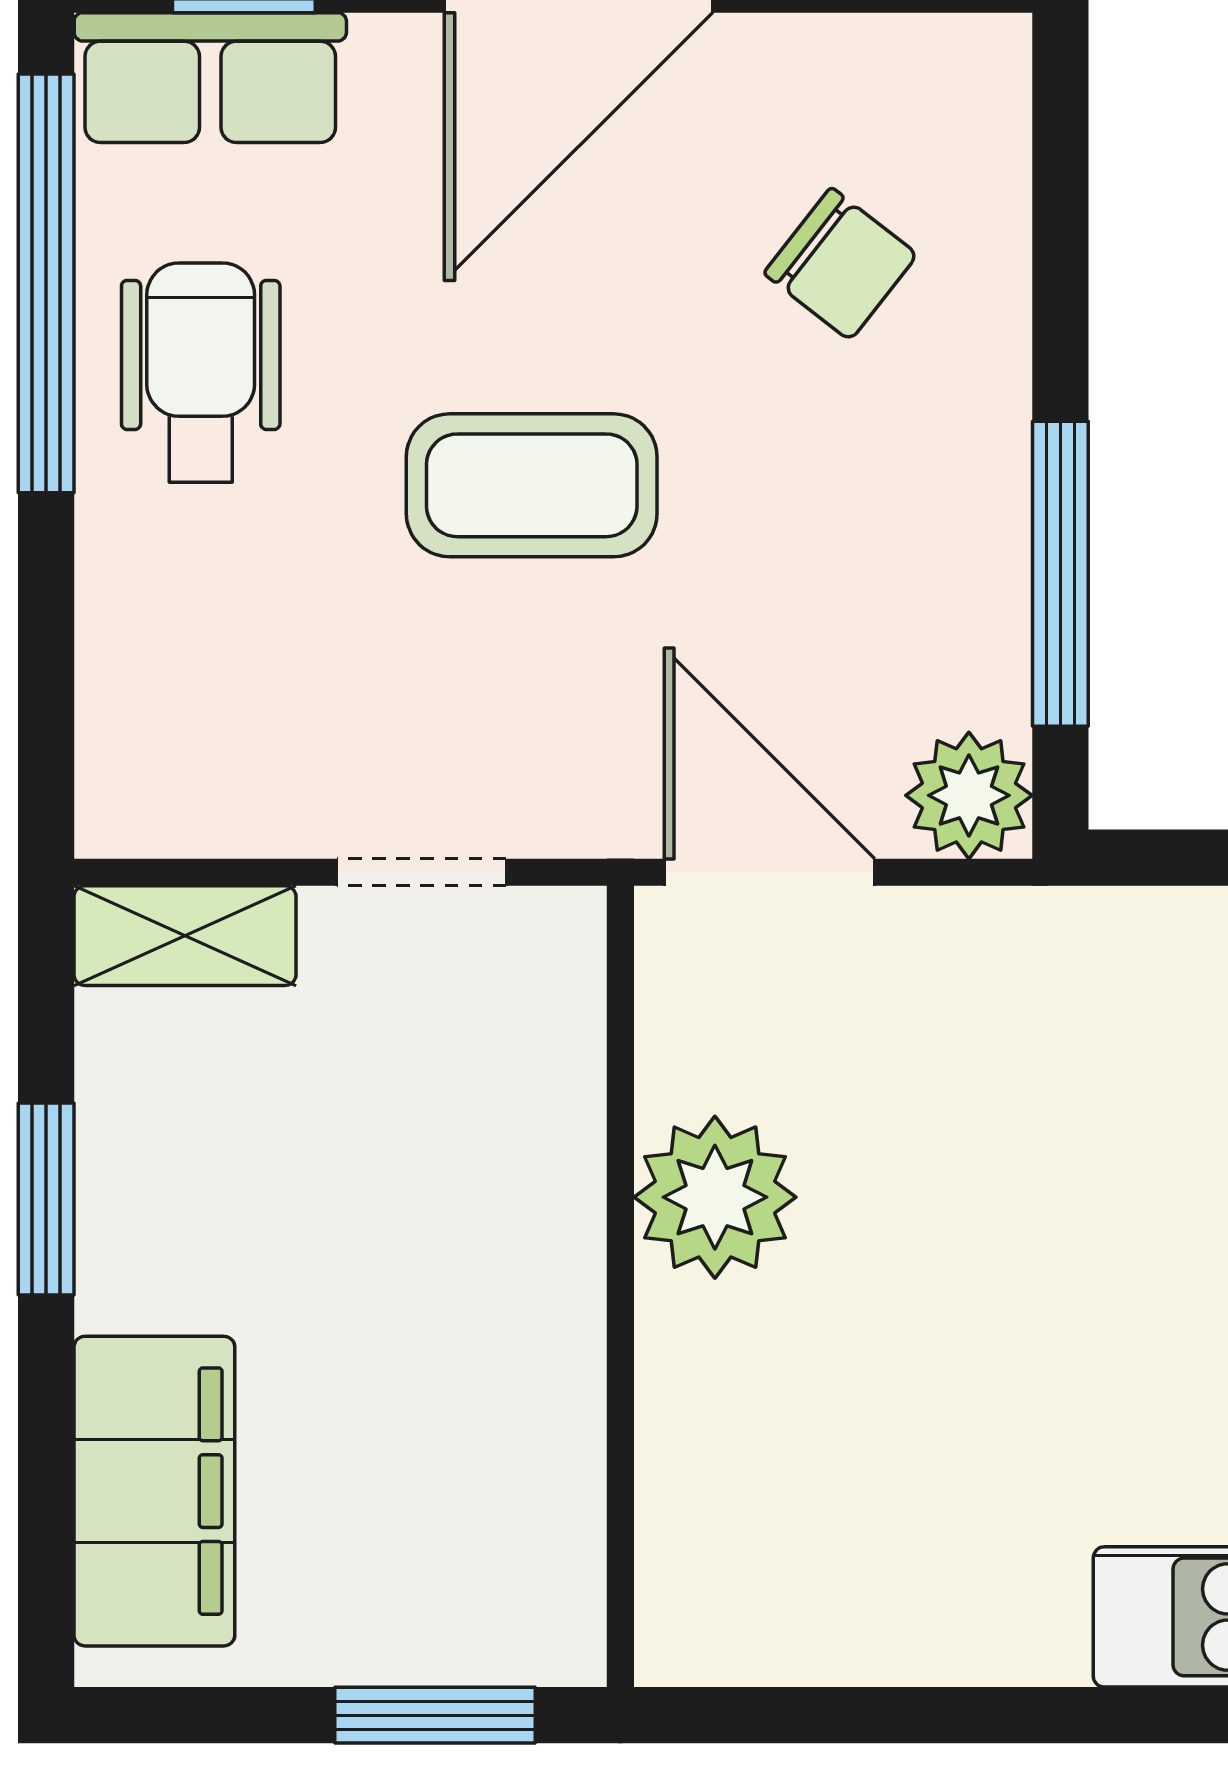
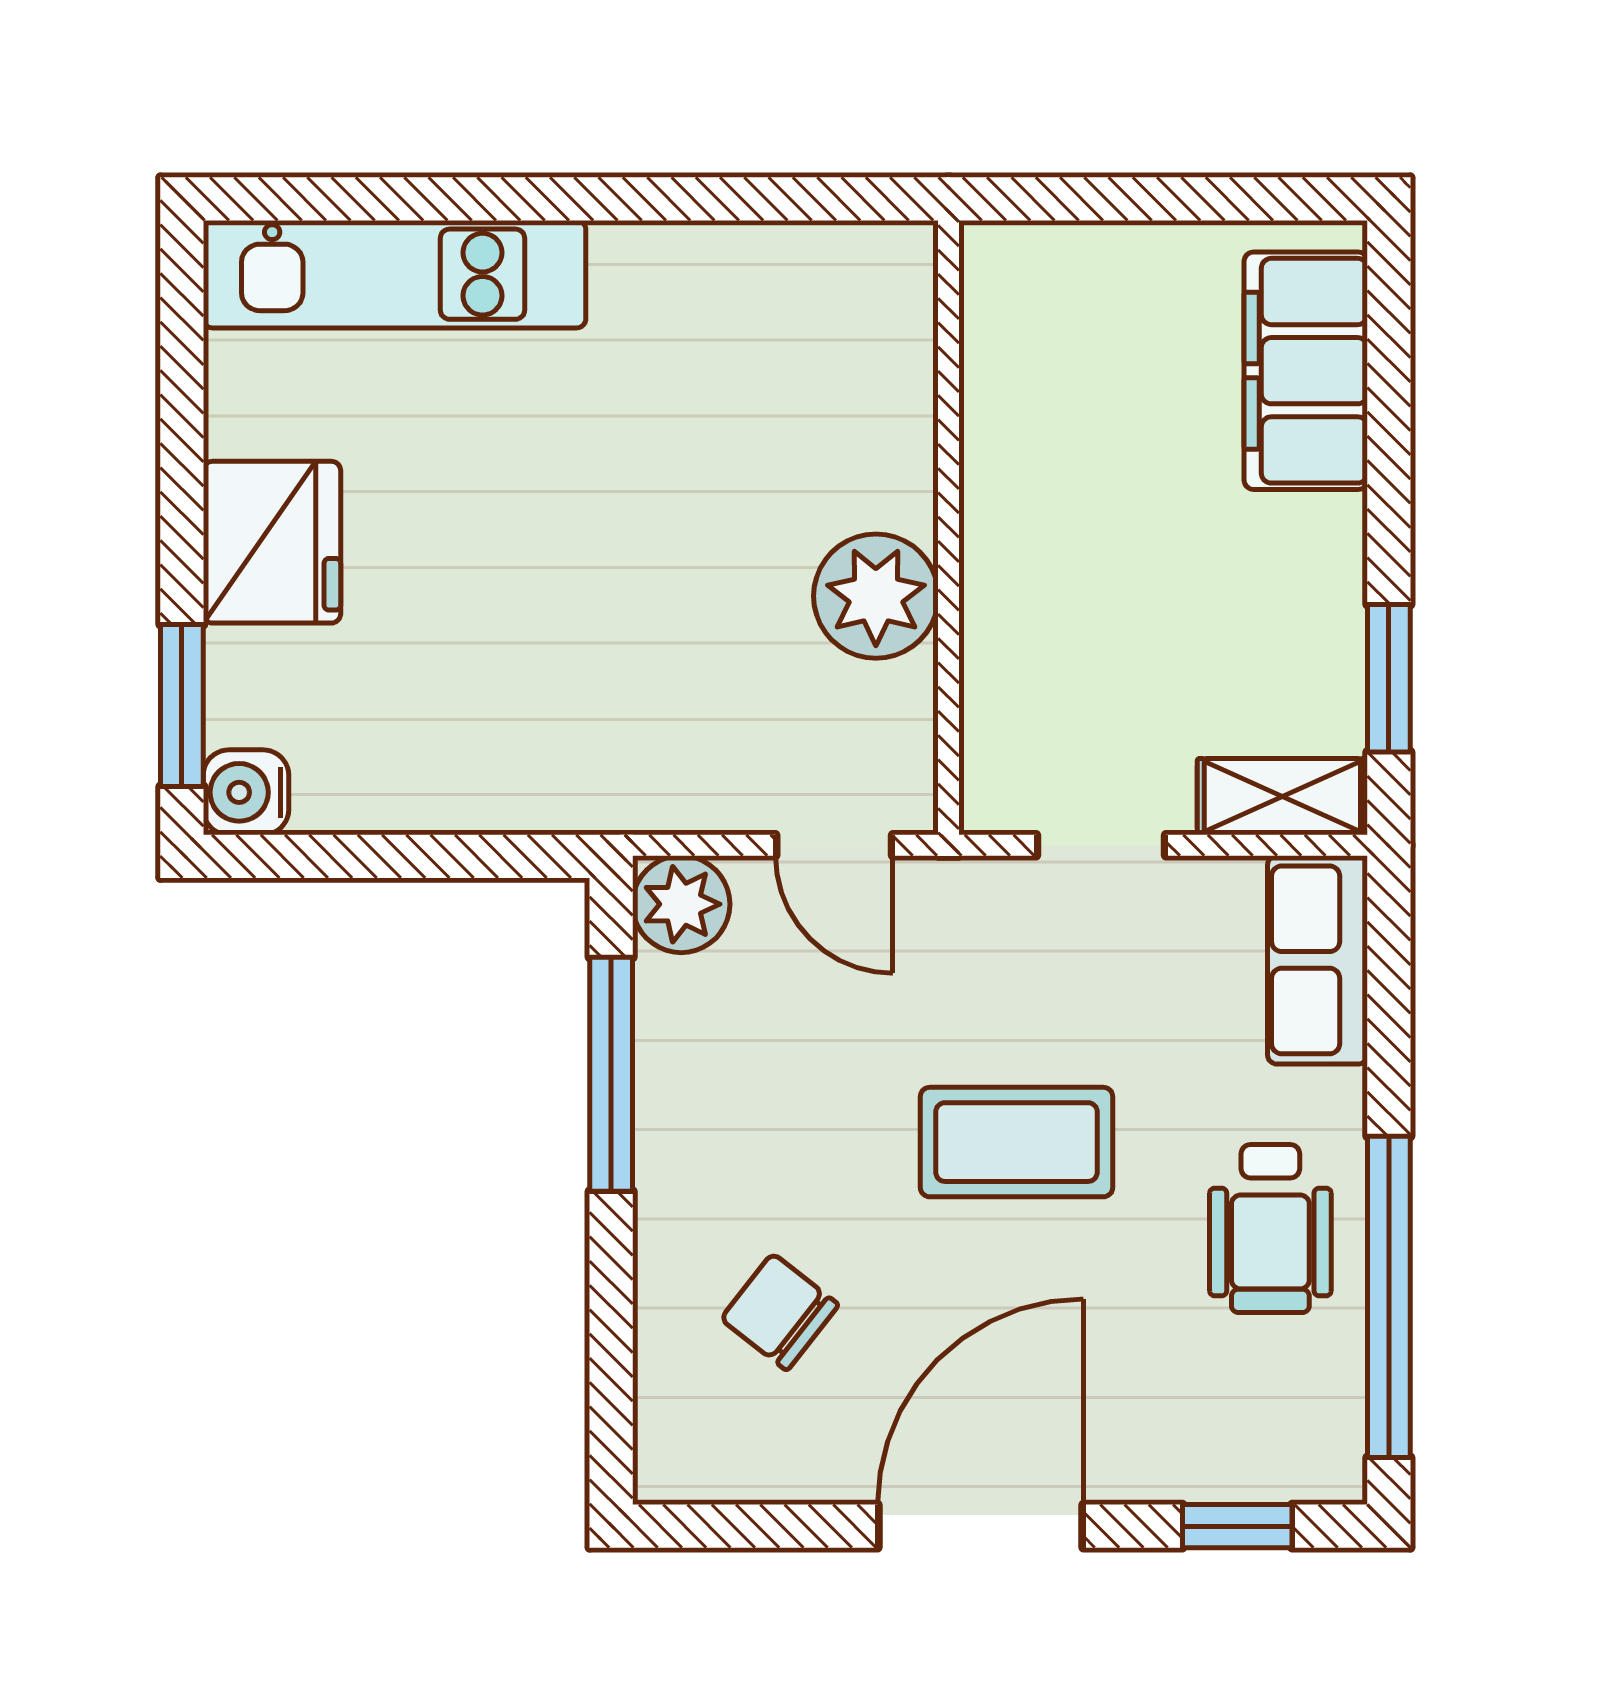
row of seats: (210, 78) -> (1318, 960), moved, turned -90
door: (769, 872) -> (834, 845), width x0.73
window: (46, 1199) -> (1389, 678), moved
window: (435, 1715) -> (1091, 199), removed

